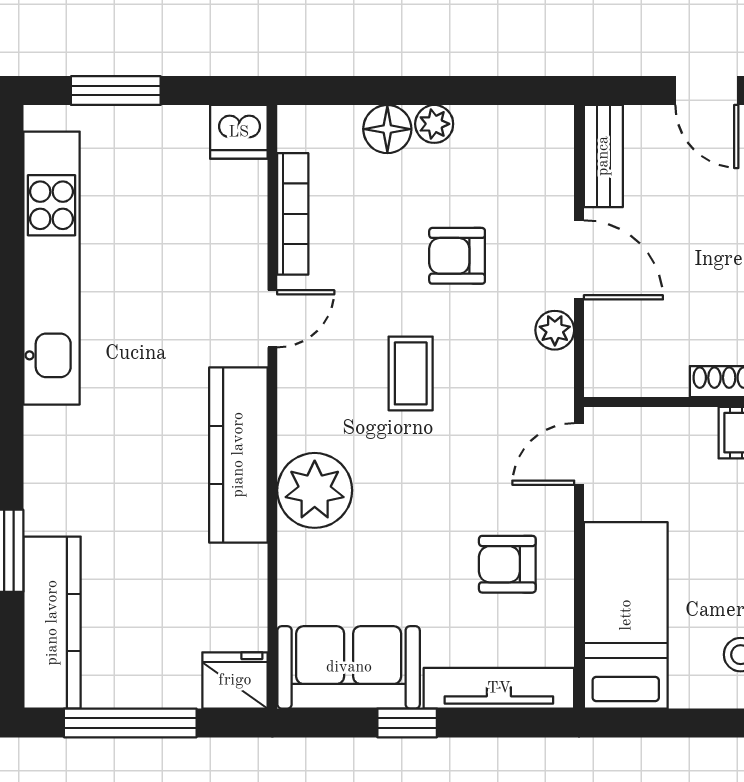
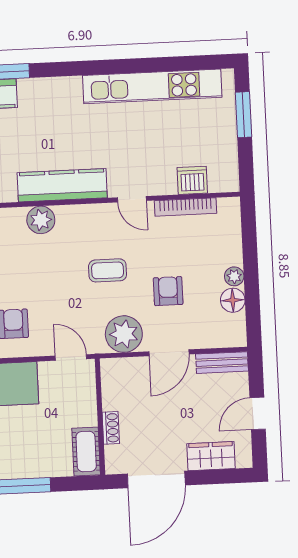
floor lamp: (387, 129) -> (233, 300), moved
dishwasher: (239, 132) -> (192, 180), moved, turned 90
plant: (555, 330) -> (124, 334), width x1.88, depth x1.88
plant: (315, 490) -> (41, 220), width x0.73, depth x0.73

